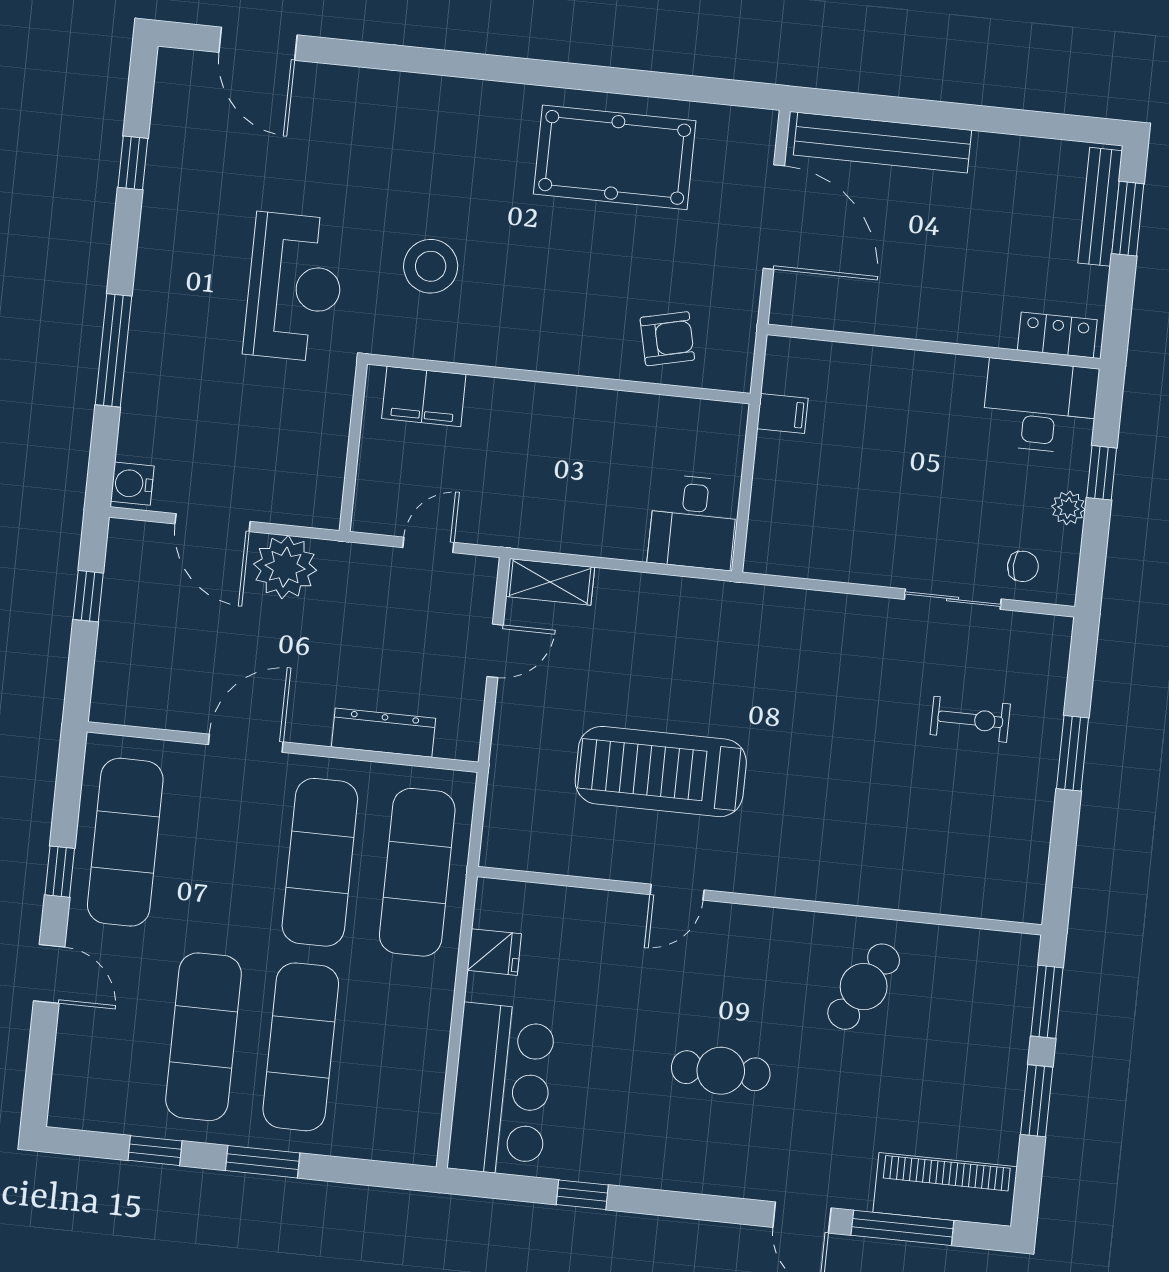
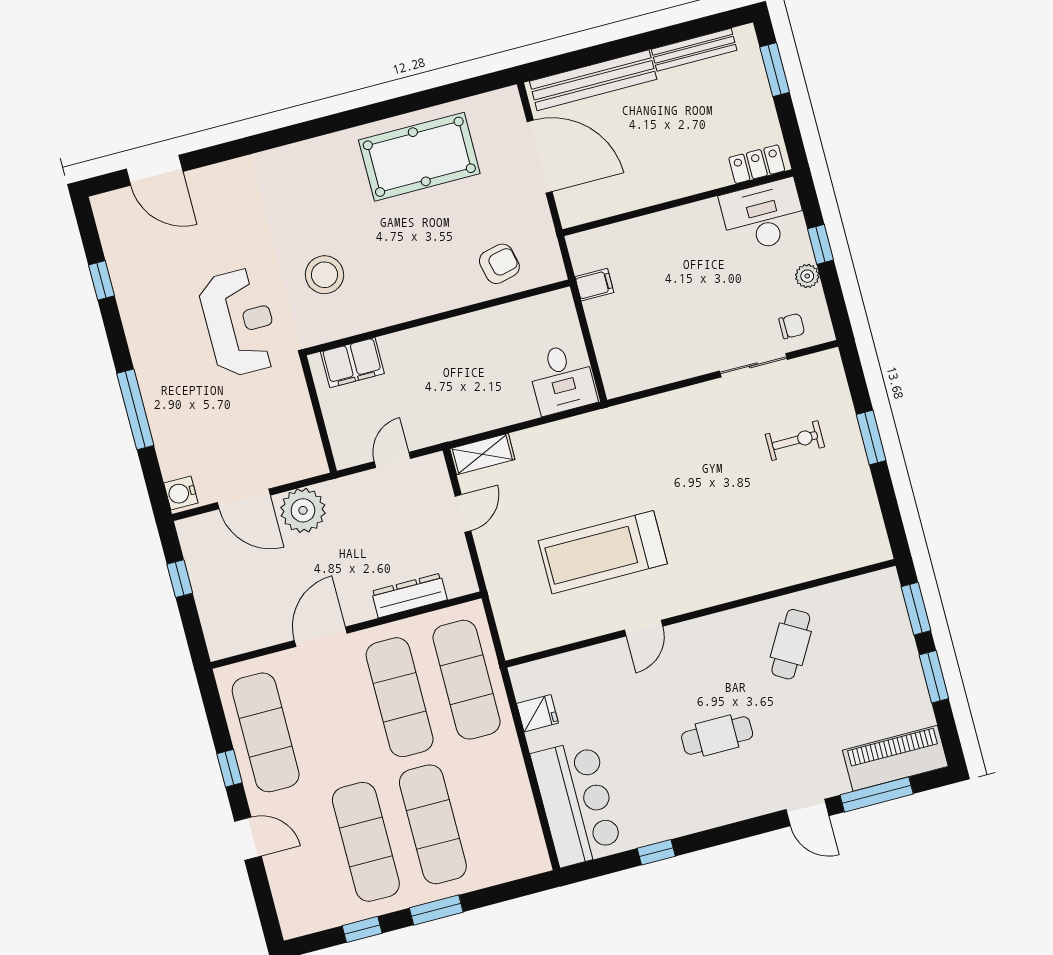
bench: (1100, 207) -> (694, 50), moved, turned 90

